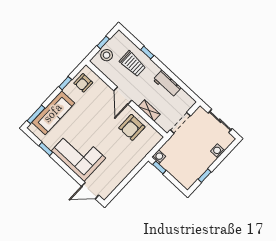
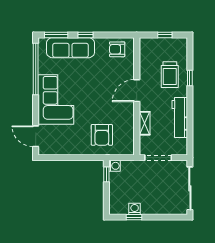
stool: (107, 55) -> (157, 47), removed
window: (65, 83) -> (86, 35), moved
workbench: (167, 84) -> (180, 117), width x1.37
sliding door: (220, 121) -> (190, 188), width x1.37
armchair: (132, 127) -> (102, 135), moved, turned -90
window: (46, 149) -> (36, 69), width x3.17
washing machine: (218, 151) -> (135, 209), moved

